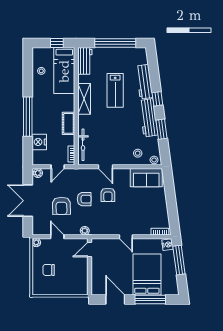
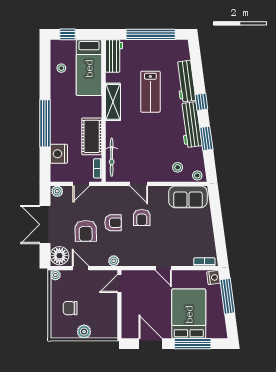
window: (57, 43) -> (68, 34), moved
cot: (69, 123) -> (92, 136), width x1.37, depth x1.34
floor lamp: (40, 226) -> (59, 256), added
plant: (60, 289) -> (84, 332), added

